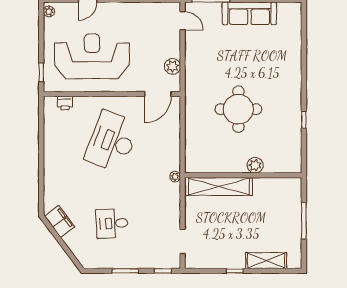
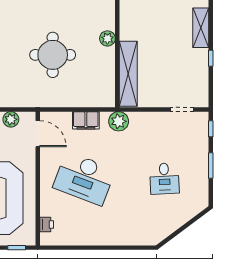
plant: (175, 177) -> (119, 121), width x1.88, depth x1.88
filing cabinet: (60, 221) -> (86, 120), moved, turned -143

